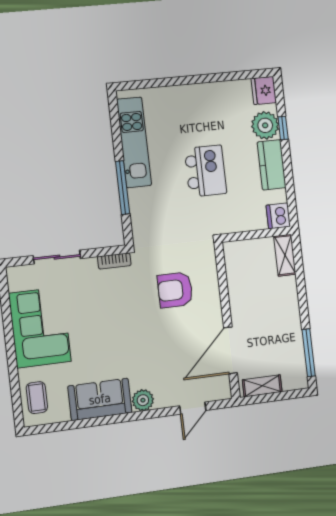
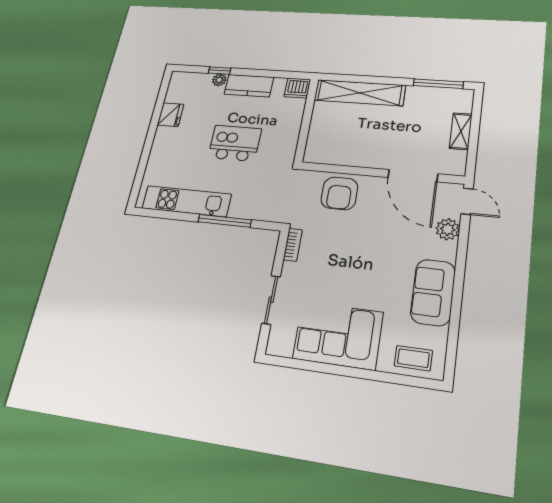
fridge: (264, 90) -> (170, 115), moved, turned -90
plant: (265, 125) -> (219, 80), width x0.53, depth x0.53
shelving: (285, 255) -> (360, 93), width x2.20, depth x1.33
wall: (227, 320) -> (381, 173), moved
door: (231, 350) -> (413, 176), moved
plant: (143, 400) -> (448, 229), moved

